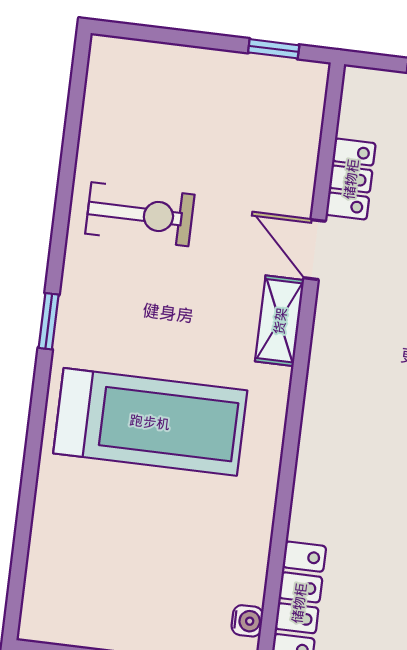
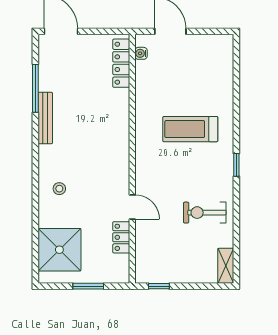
shelving: (280, 321) -> (226, 266), moved
treadmill: (150, 422) -> (190, 129), width x0.73, depth x0.73

